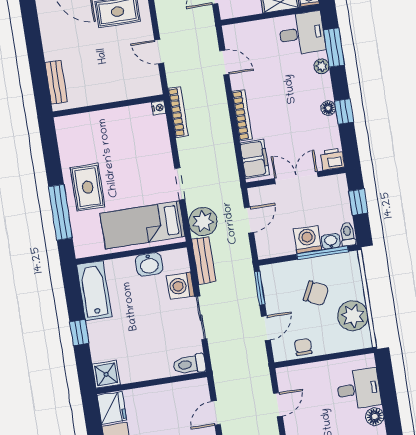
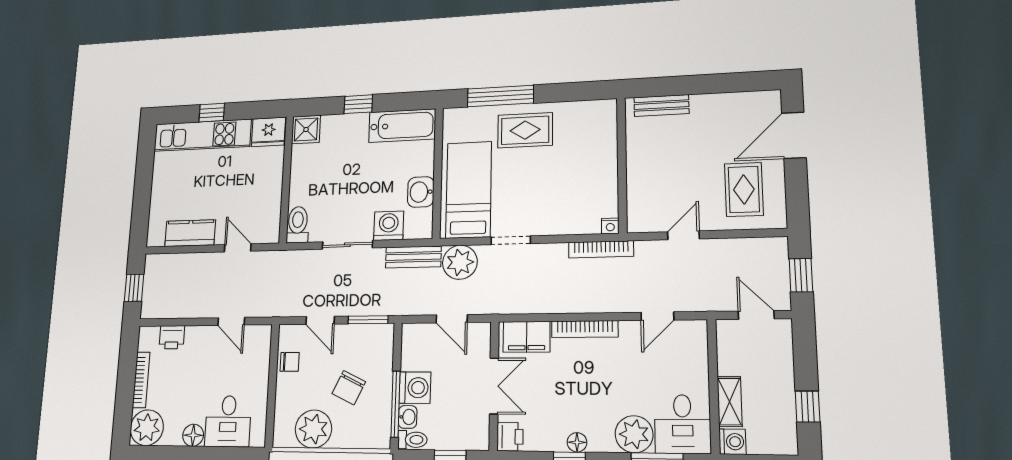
plant: (322, 66) -> (634, 434), width x1.88, depth x1.88

